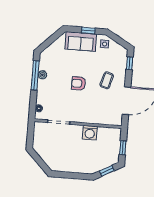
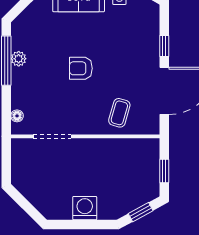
window: (130, 63) -> (164, 46), moved
coffee table: (107, 80) -> (119, 113), moved
washing machine: (90, 133) -> (85, 208), moved, turned 180

